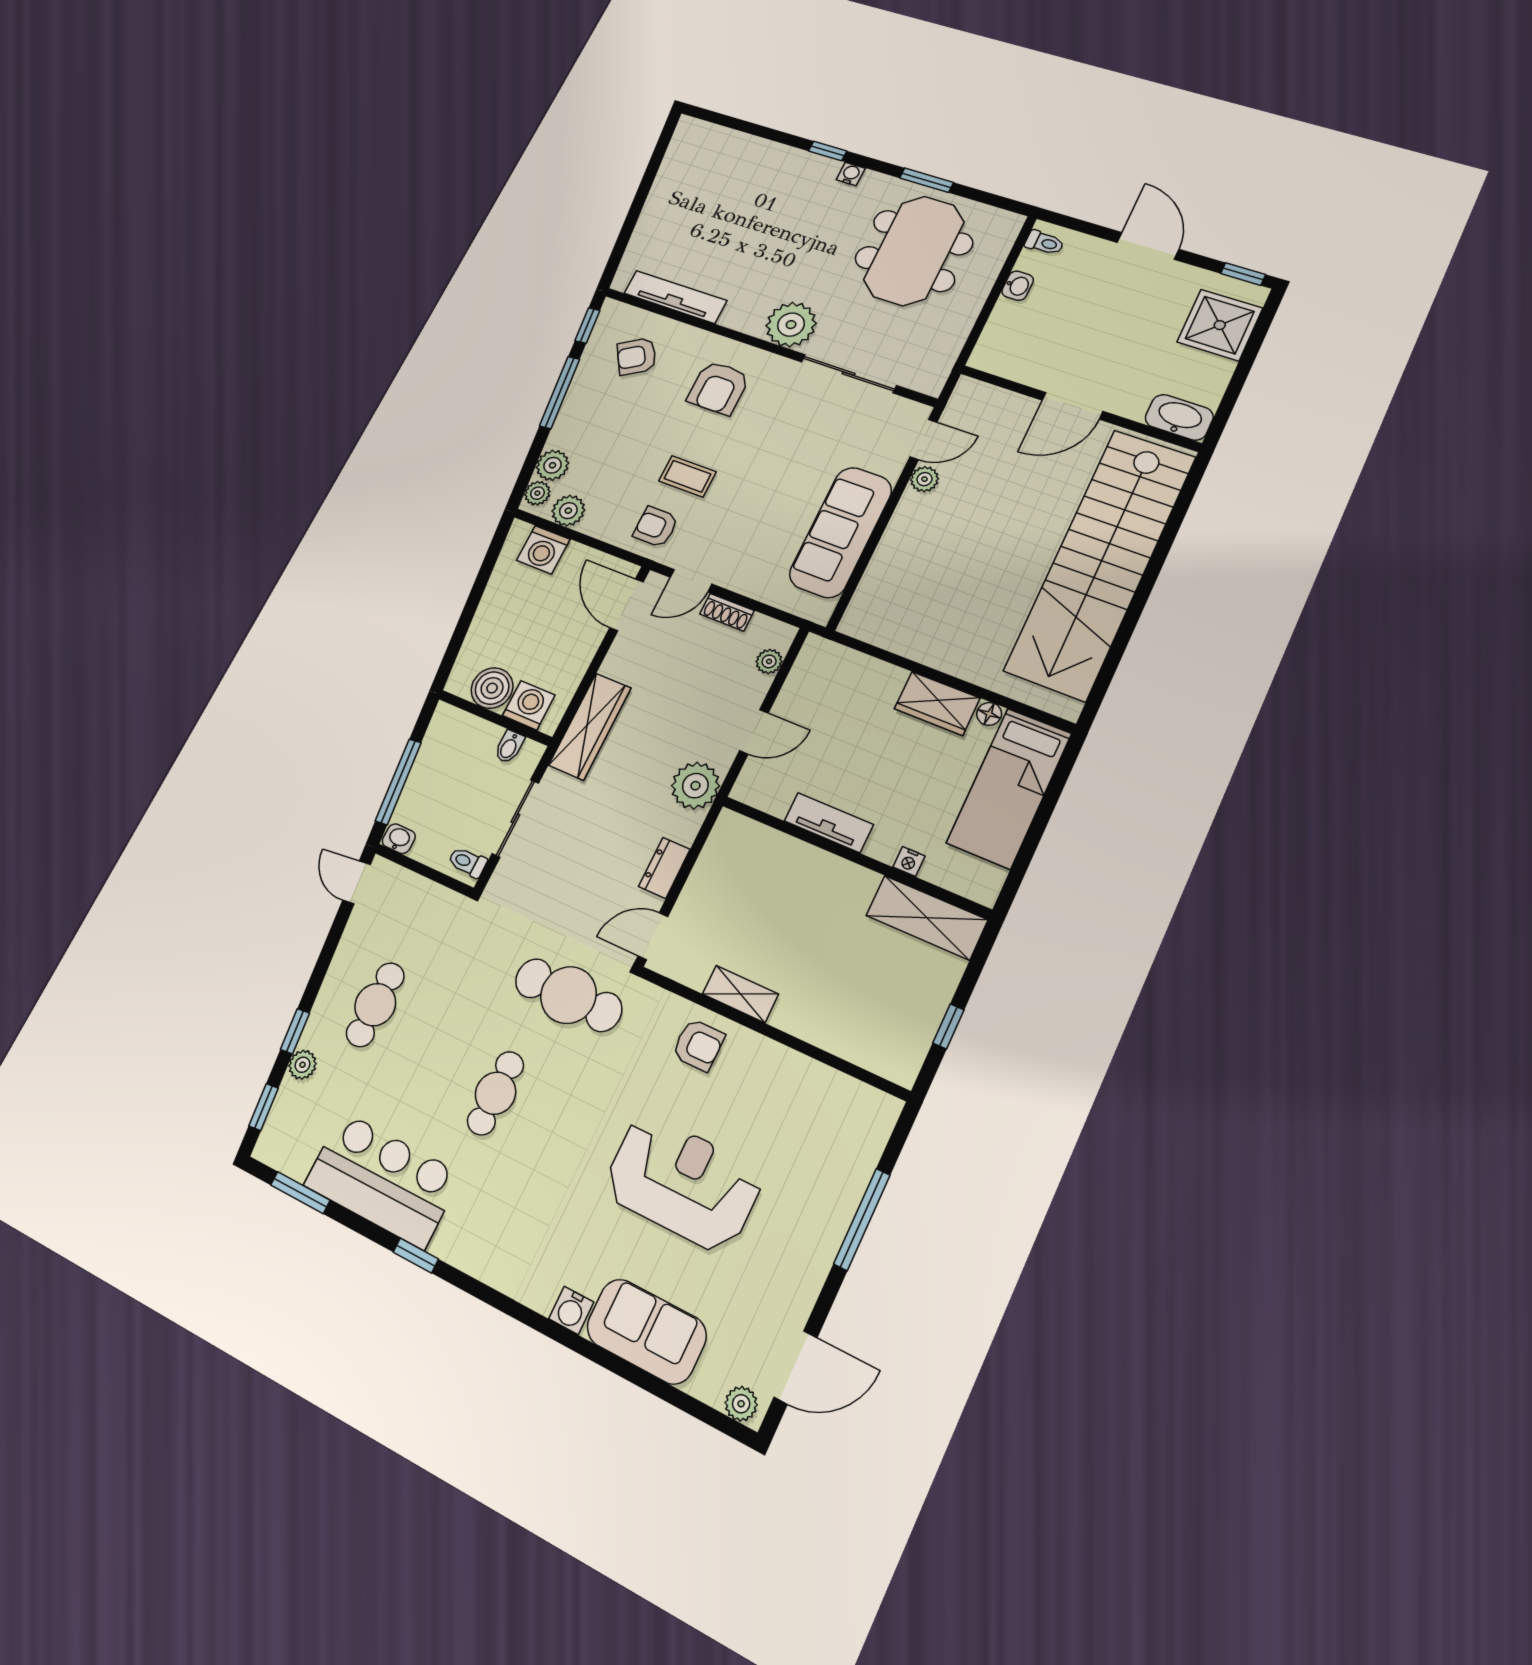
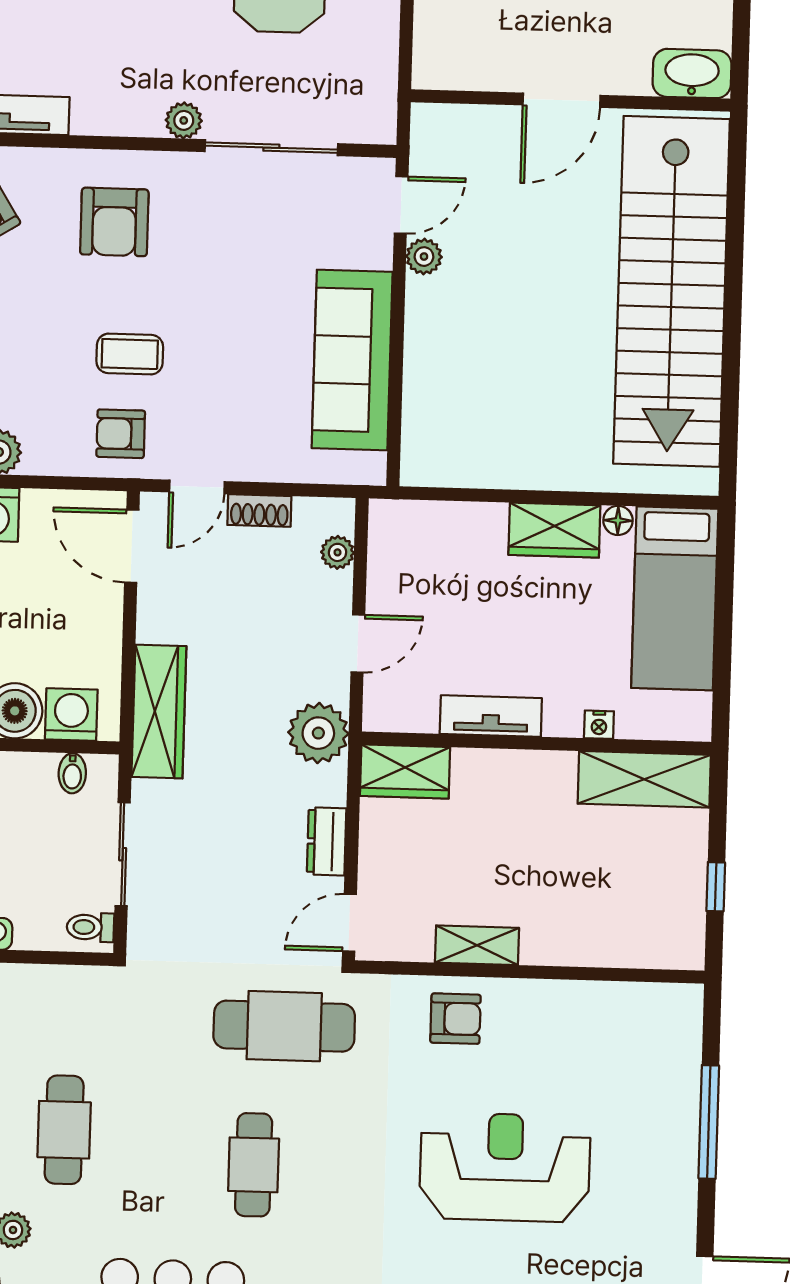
plant: (791, 325) -> (184, 120), width x0.53, depth x0.53
wardrobe: (746, 839) -> (405, 772), added

